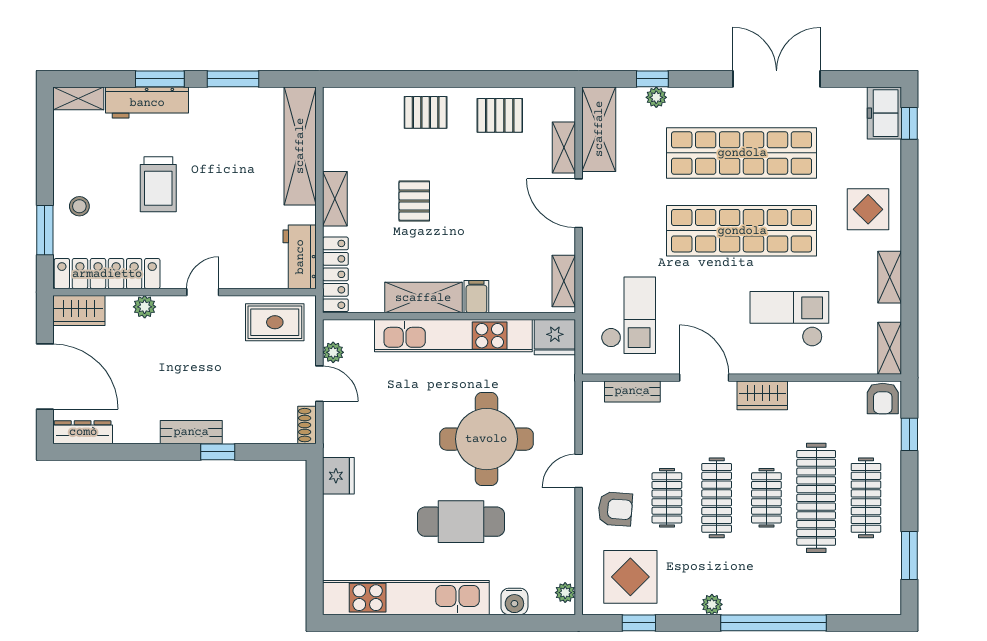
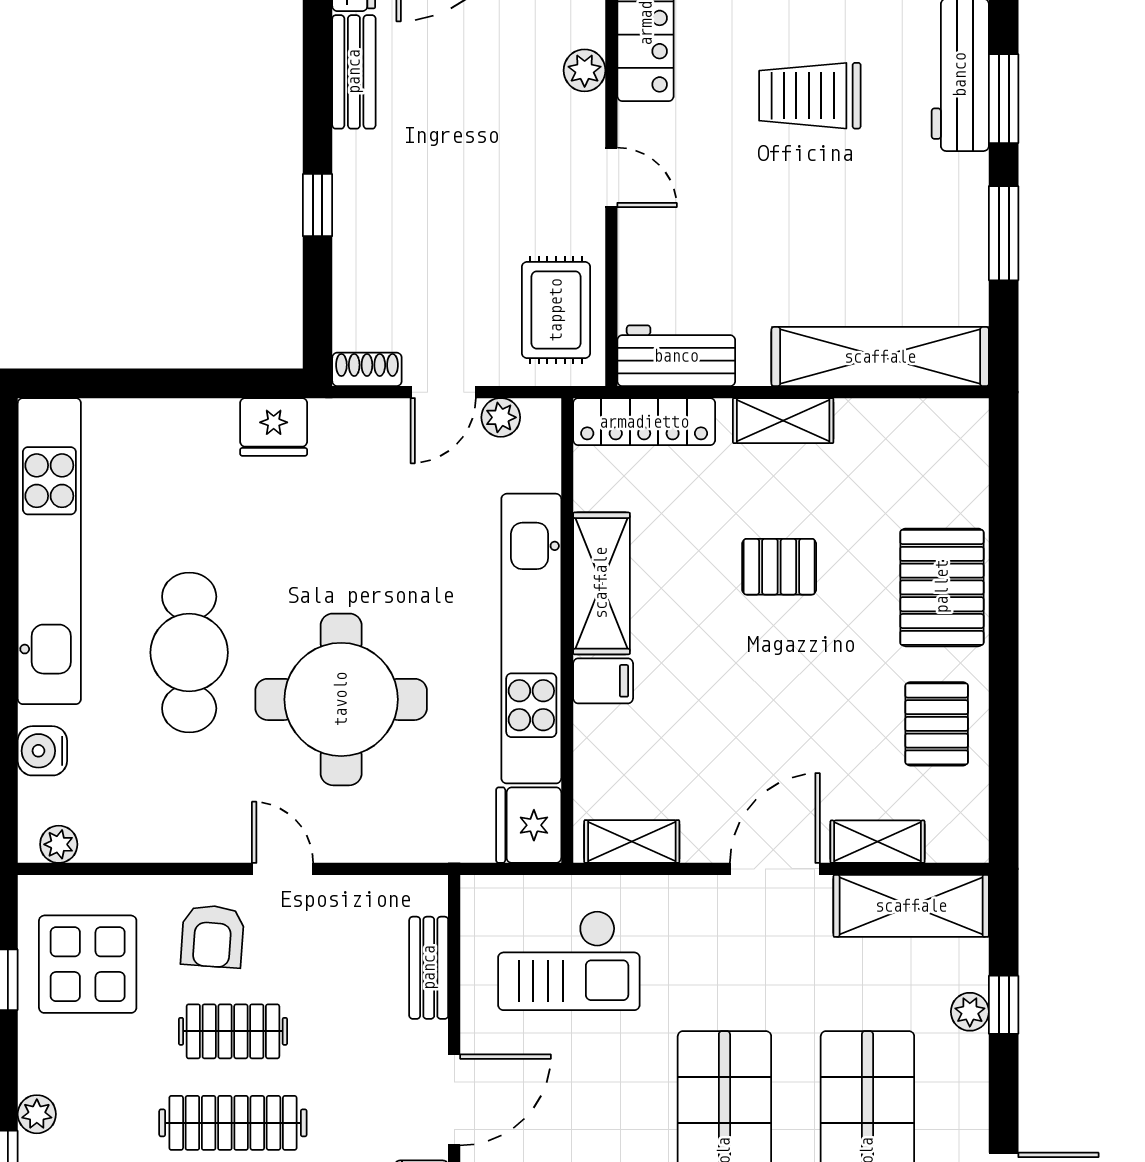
pallet: (426, 112) -> (942, 587), width x1.50, depth x1.42
bench: (191, 432) -> (354, 72), moved

